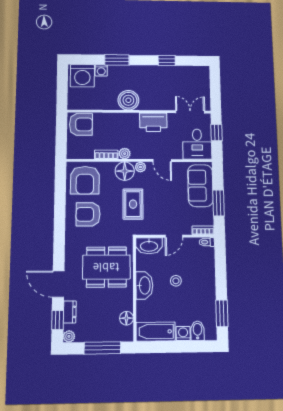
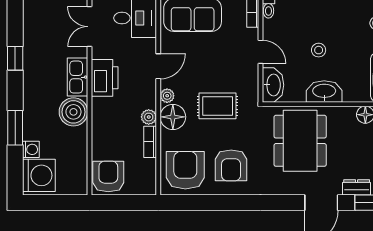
kitchen sink: (154, 103) -> (78, 77), added
armchair: (85, 180) -> (185, 170), turned -90

